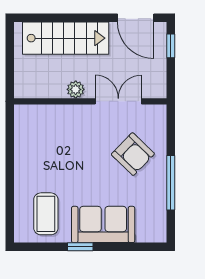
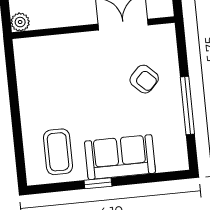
plant: (76, 89) -> (20, 22), moved
armchair: (133, 154) -> (144, 79), width x0.72, depth x0.72

